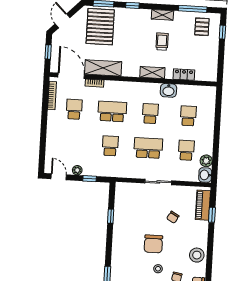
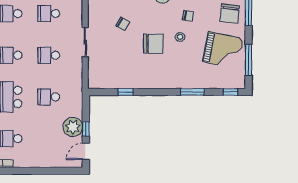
school desk: (148, 148) -> (49, 55), width x0.54
plant: (77, 170) -> (73, 127), width x1.88, depth x1.88
window: (90, 179) -> (86, 129), moved

